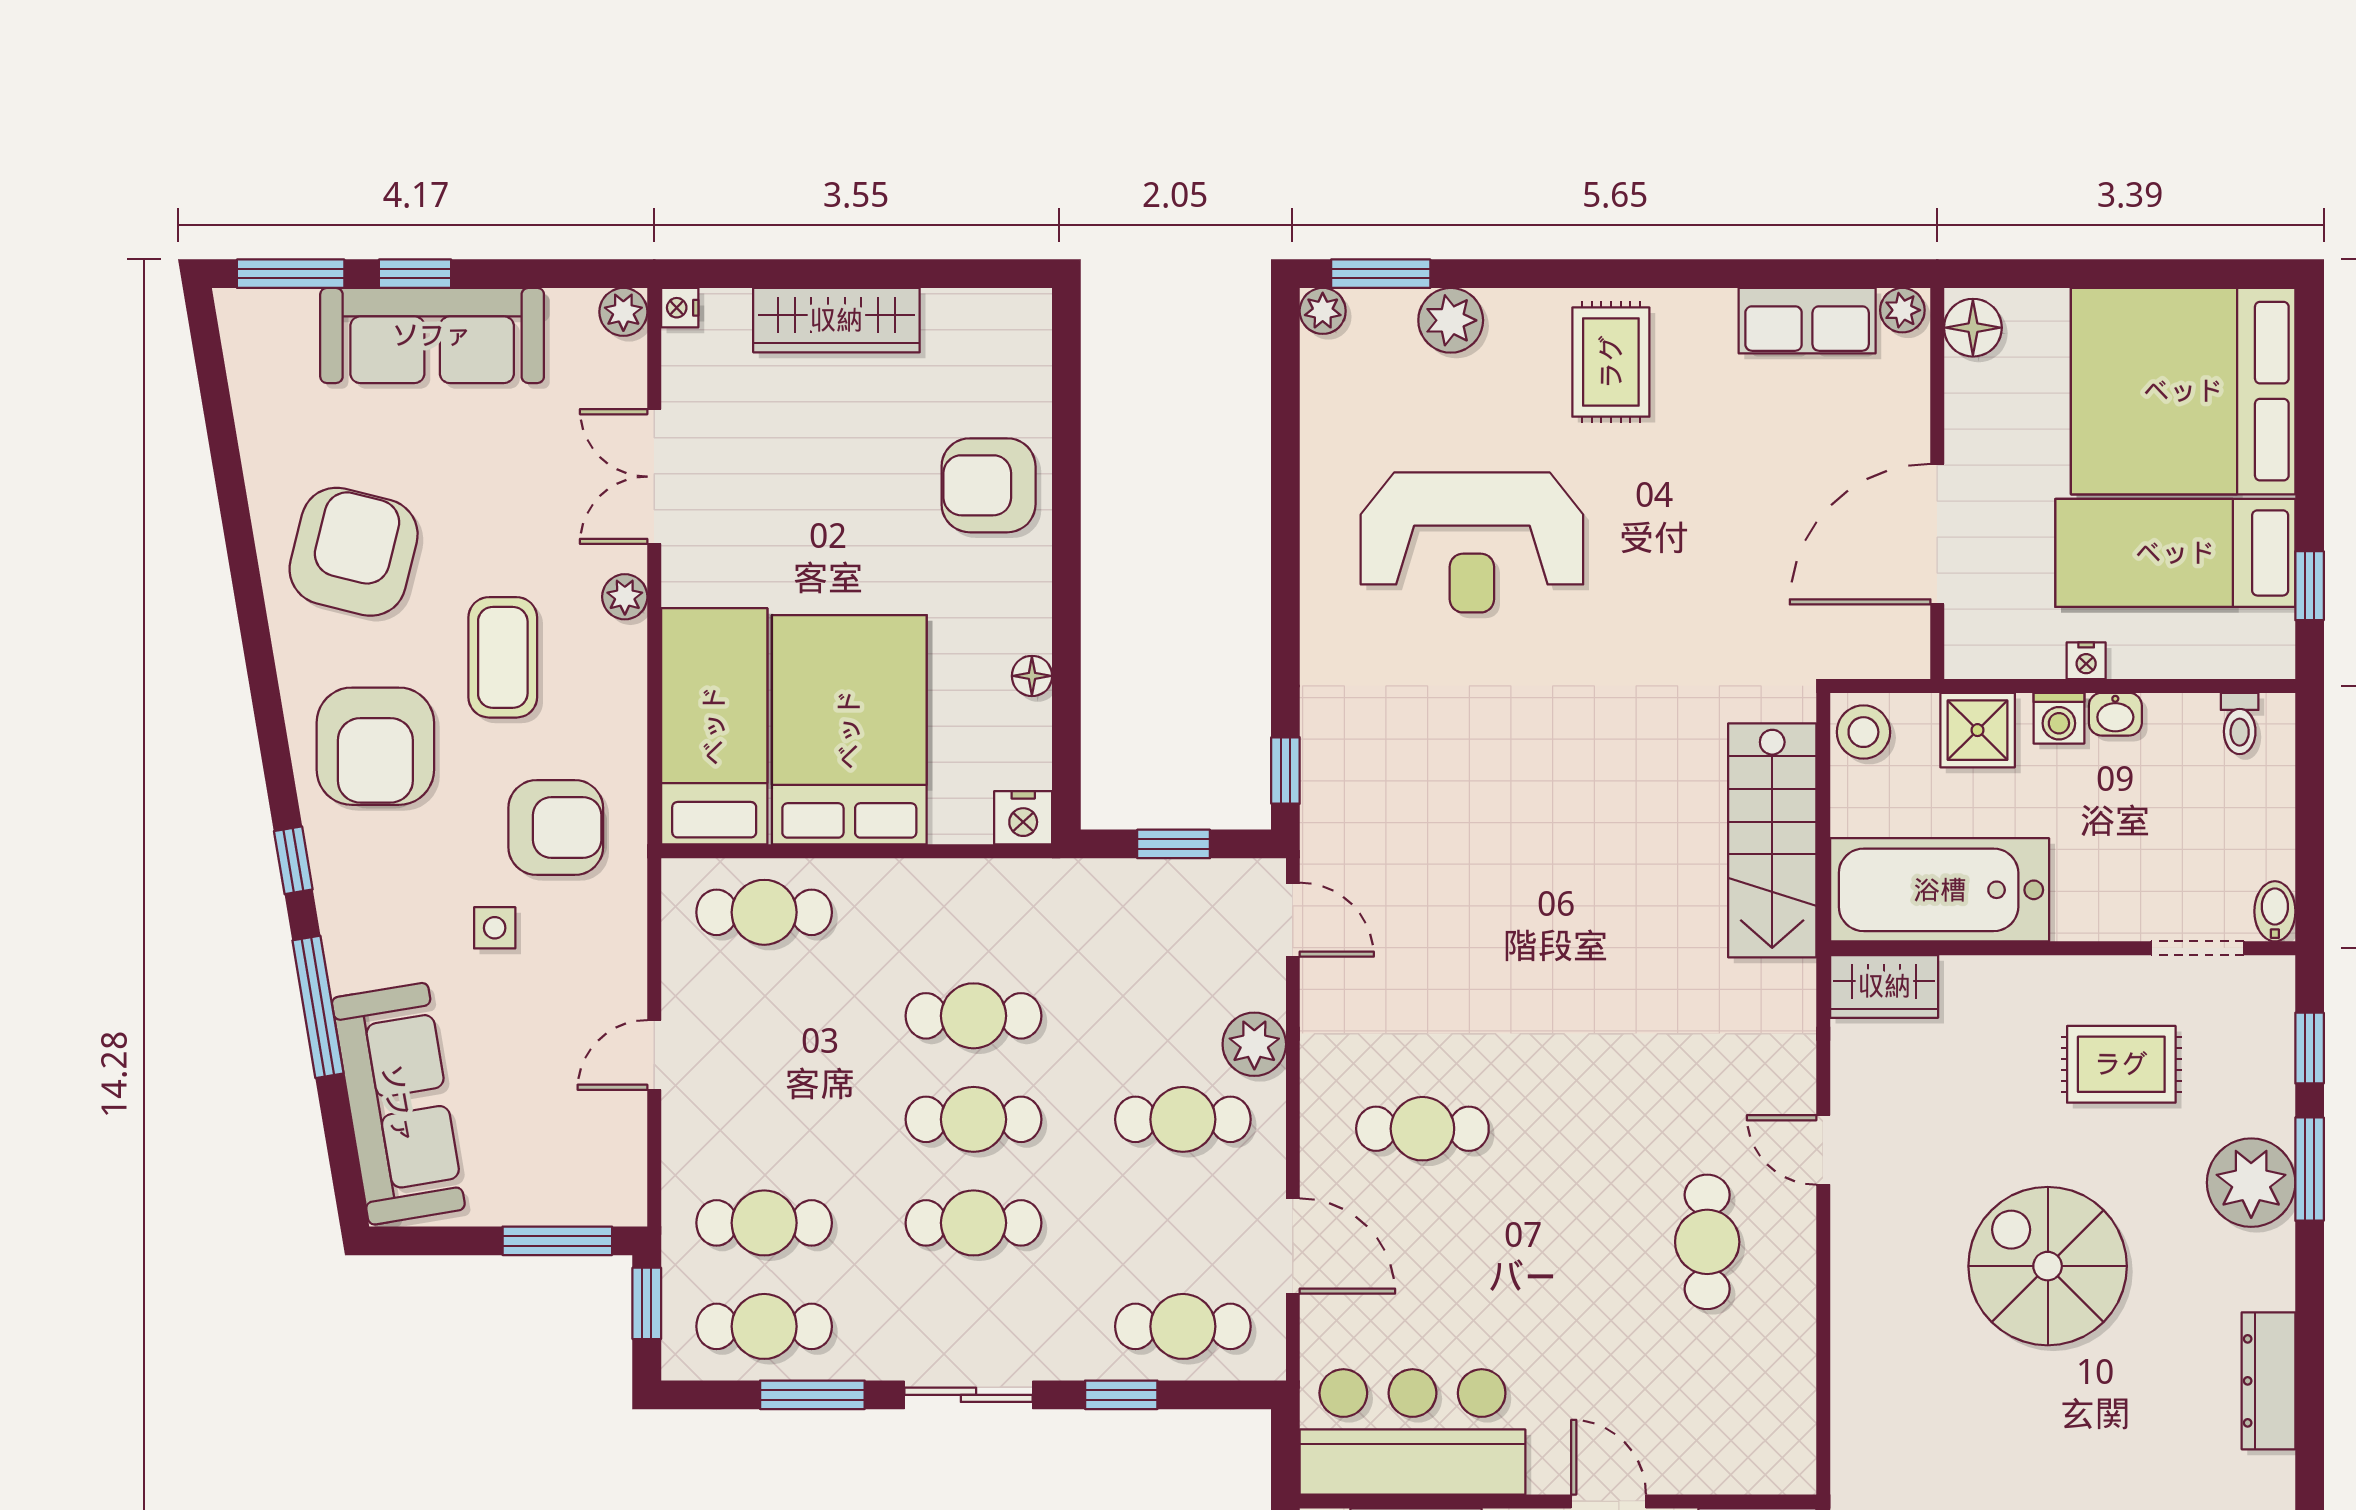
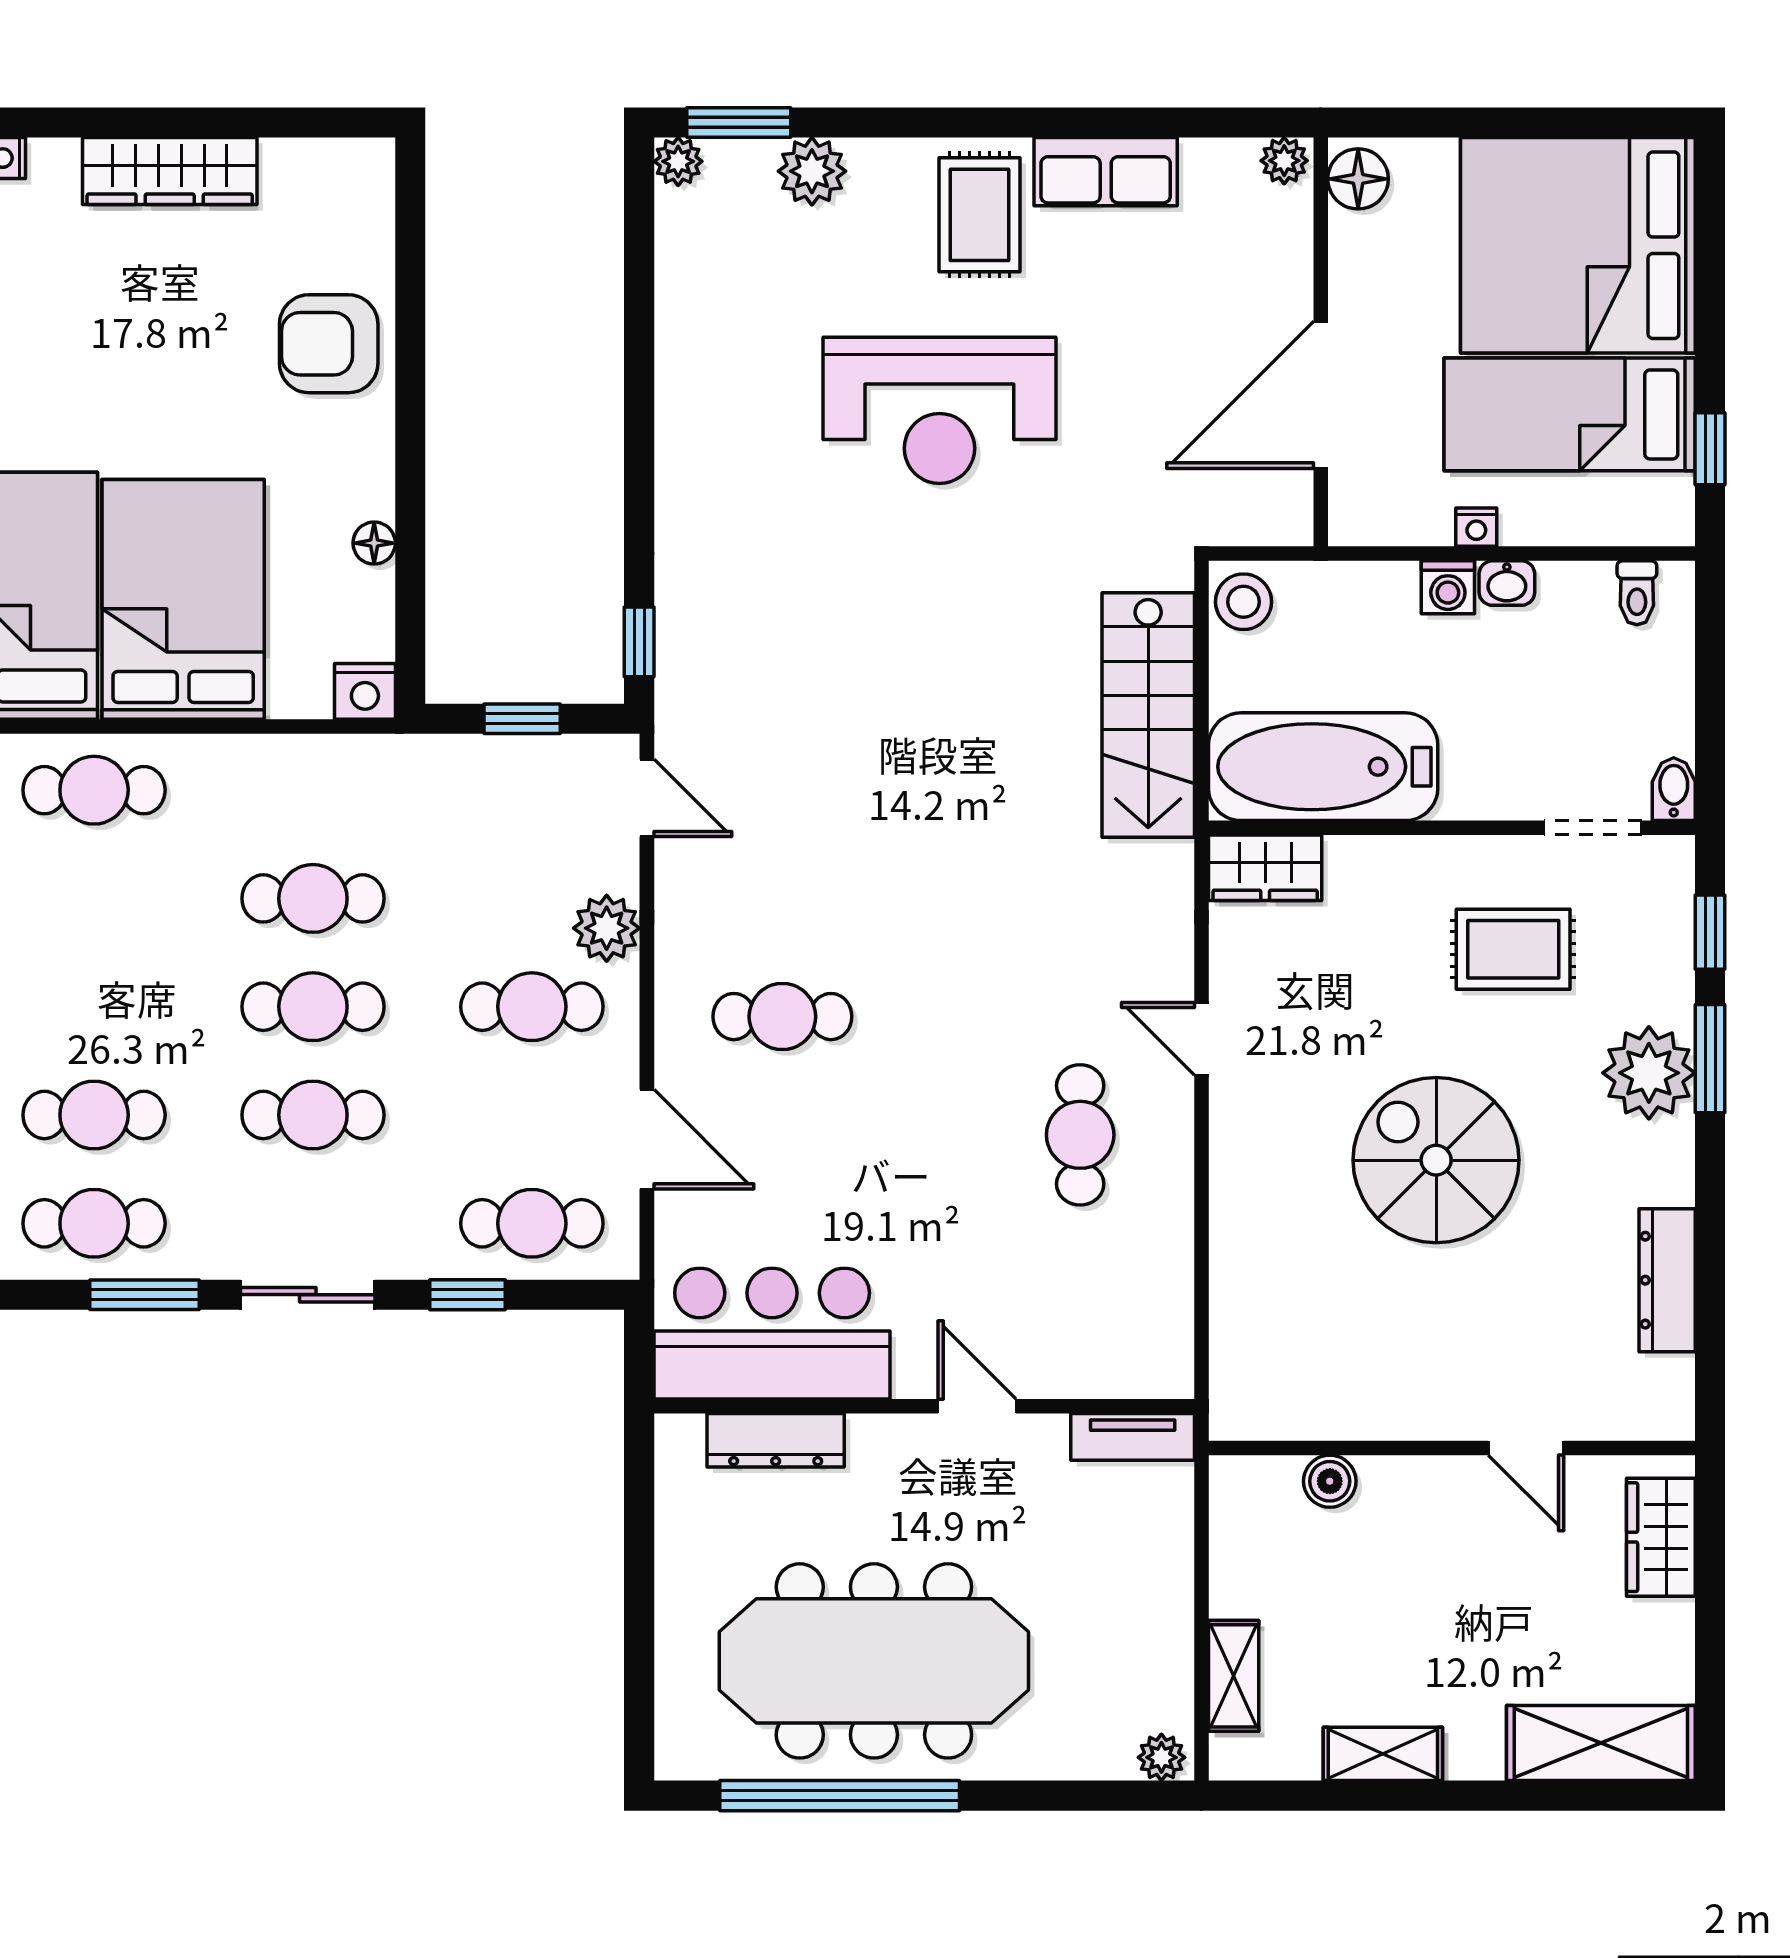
row of seats: (1807, 321) -> (1106, 172), moved
reception desk: (1472, 542) -> (939, 410), moved
shower: (1978, 730) -> (1363, 600), removed

